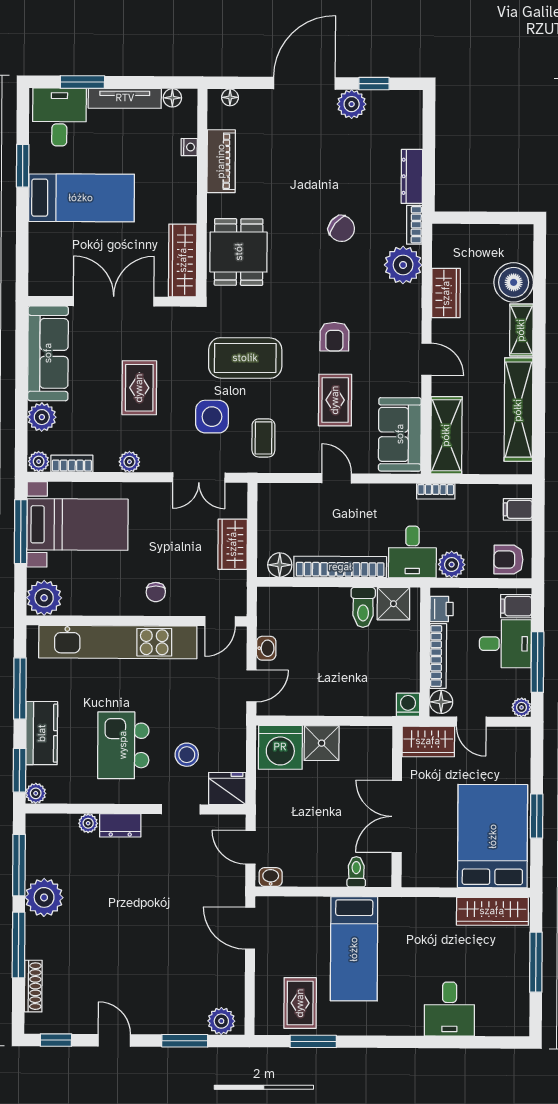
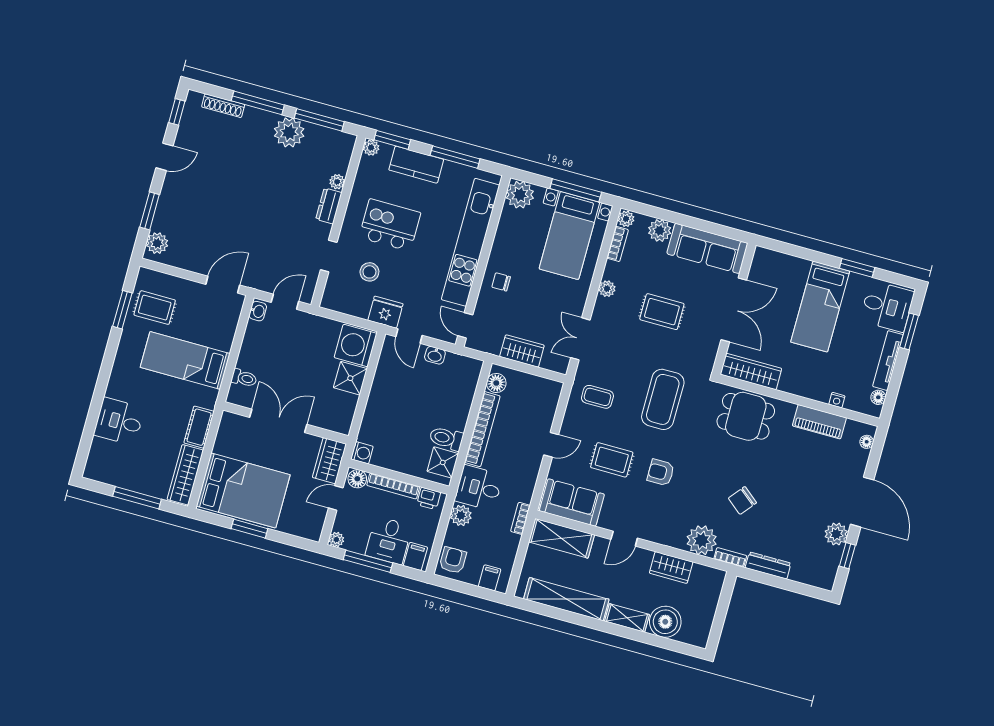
side table: (212, 417) -> (625, 362), removed
fridge: (227, 788) -> (385, 312), moved, turned -90
cot: (430, 910) -> (199, 427), added

